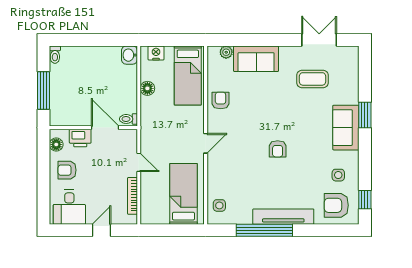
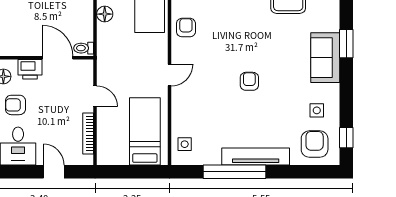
armchair: (278, 149) -> (249, 81), turned 180
armchair: (336, 205) -> (315, 144), turned 90
door: (102, 230) -> (54, 172), hinge flipped

